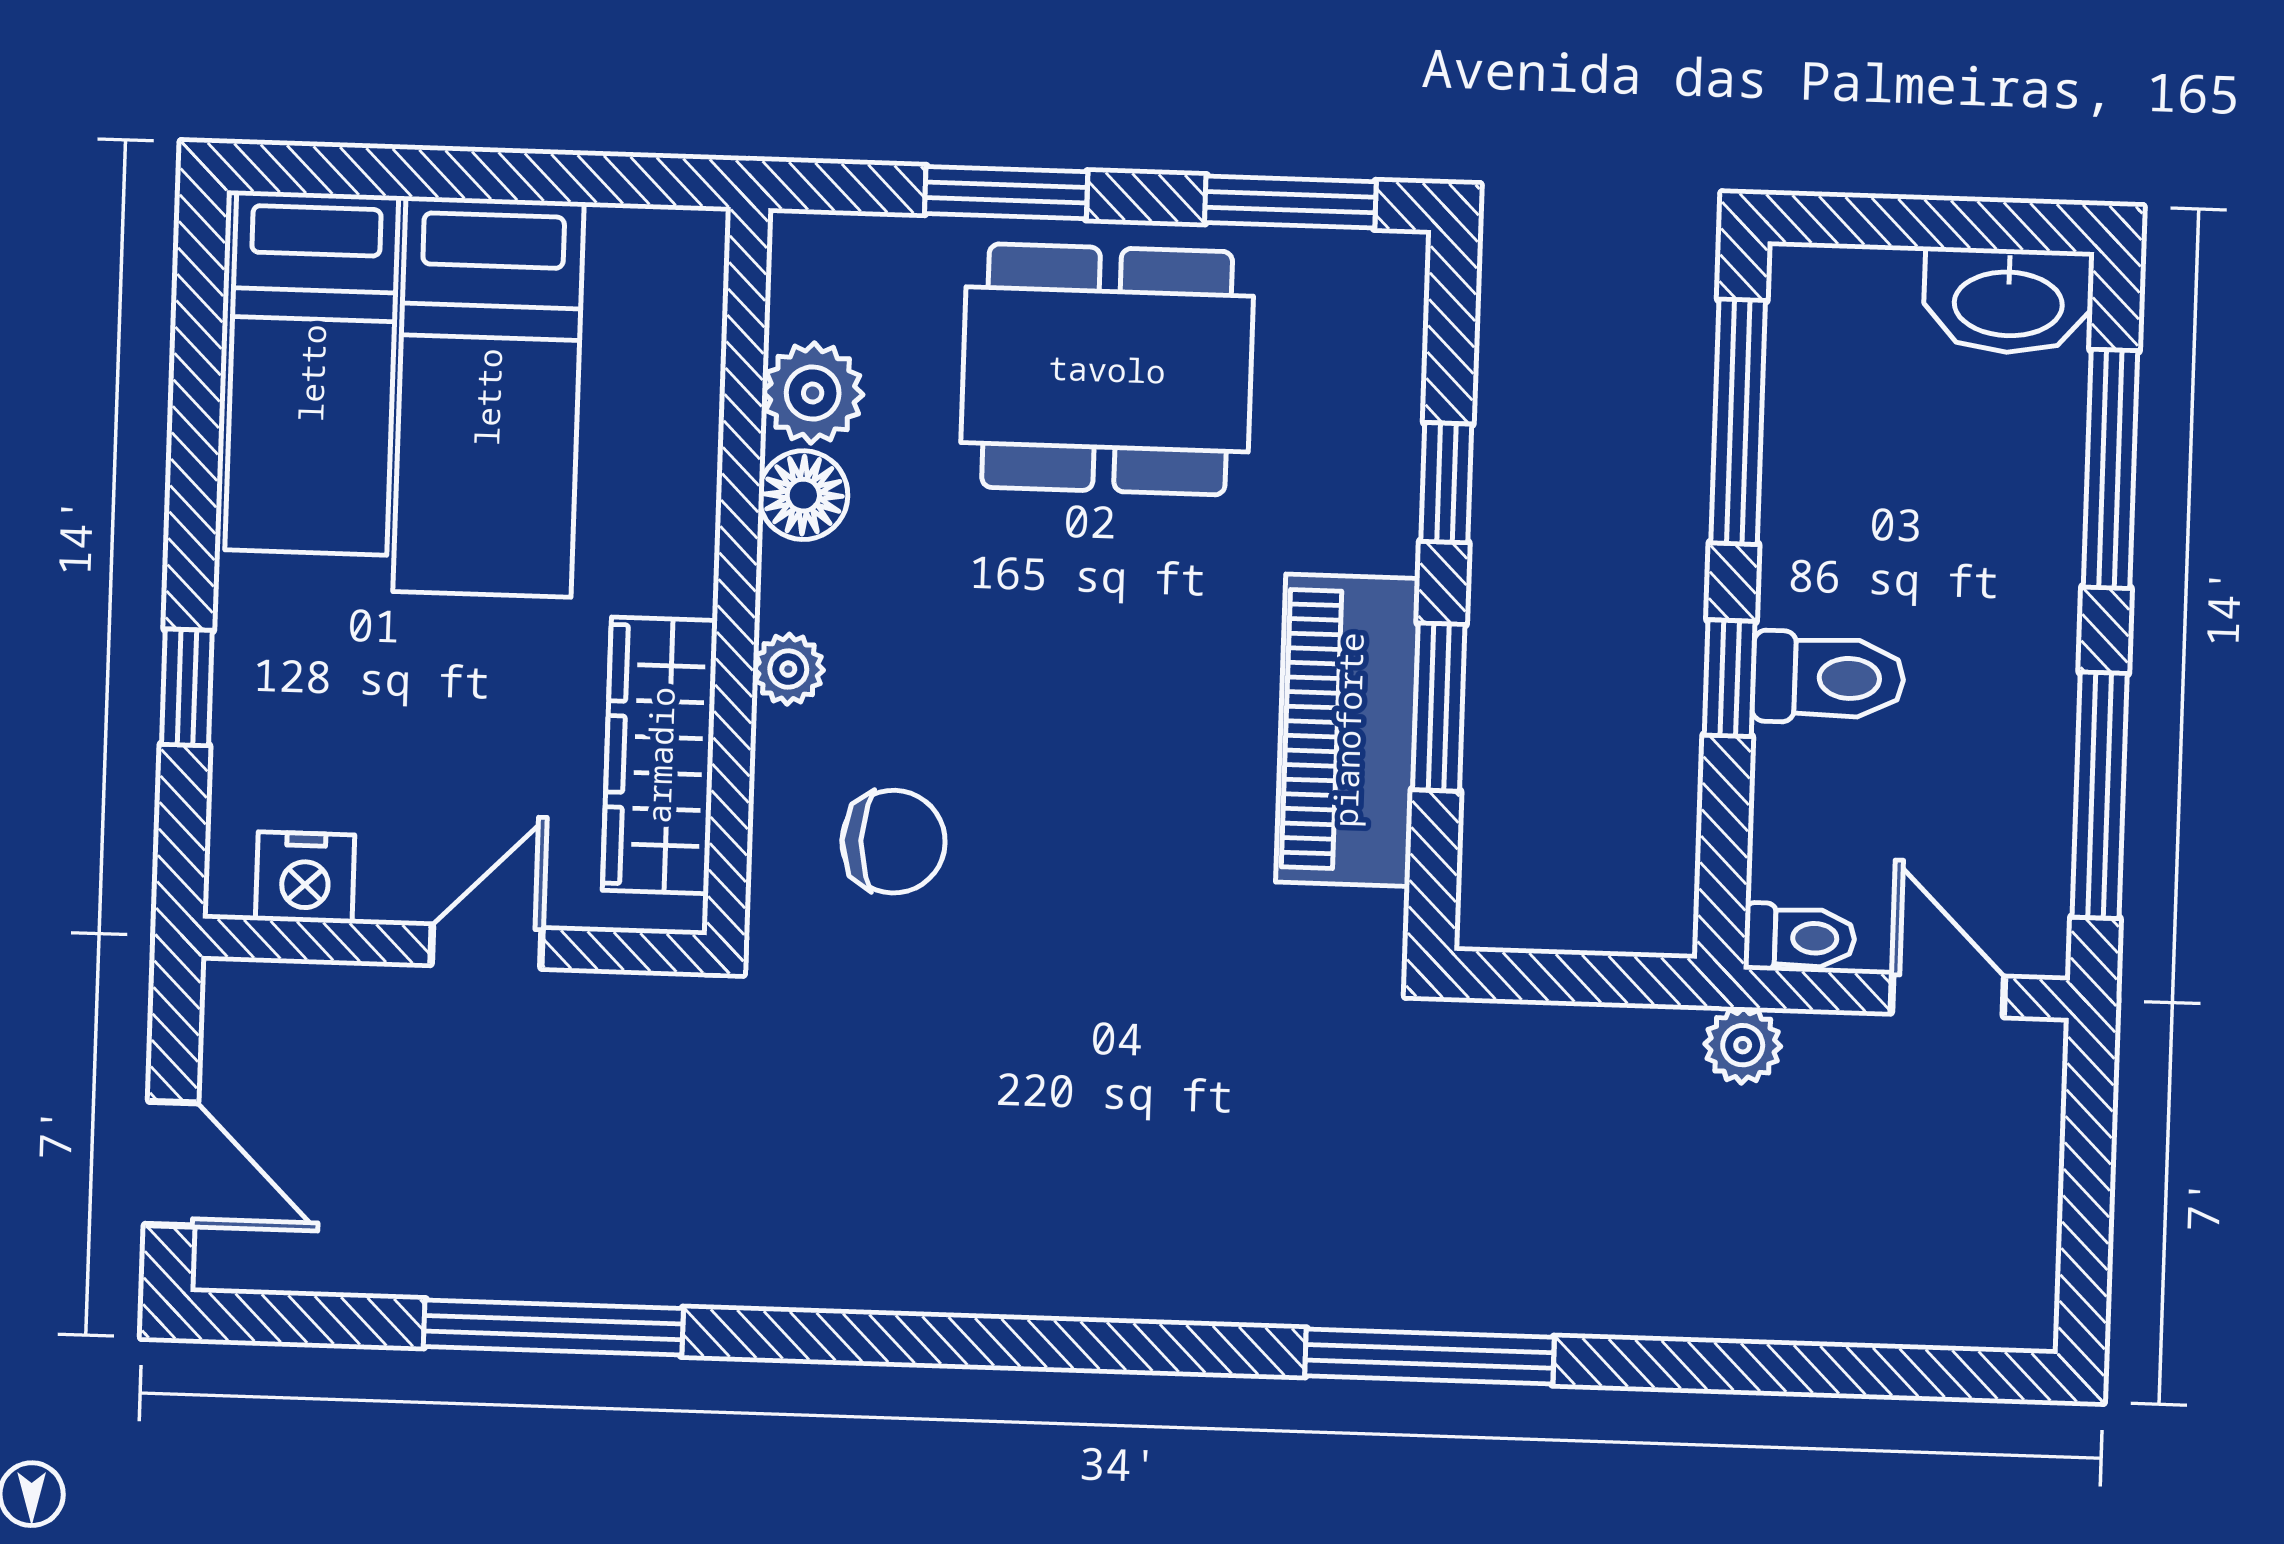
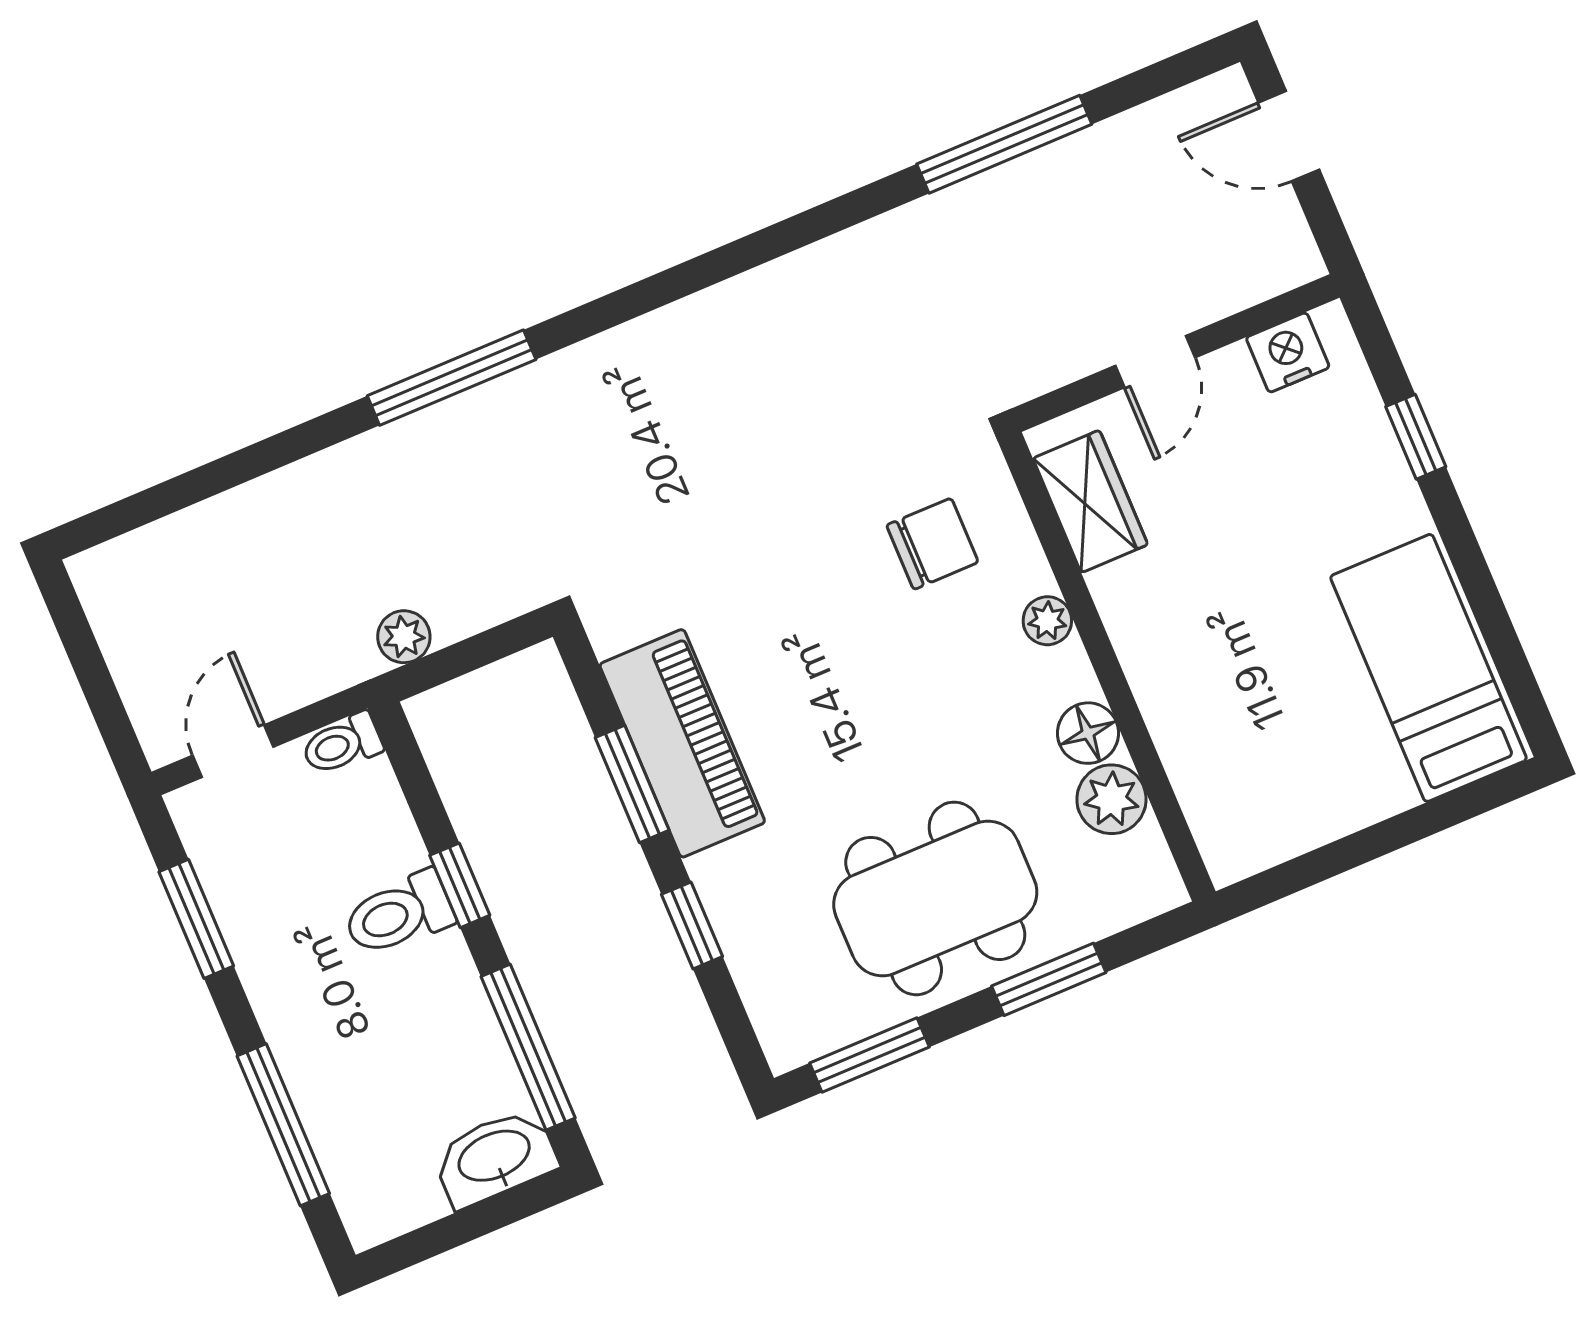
washbasin: (2008, 301) -> (495, 1158), moved
bed: (488, 397) -> (1312, 704), removed
wardrobe: (660, 755) -> (1090, 501), width x0.67
window: (2100, 795) -> (196, 919), width x0.69
chair: (894, 842) -> (932, 544), turned 180
door: (1948, 995) -> (233, 751), swing flipped
plant: (1743, 1045) -> (404, 637), moved

